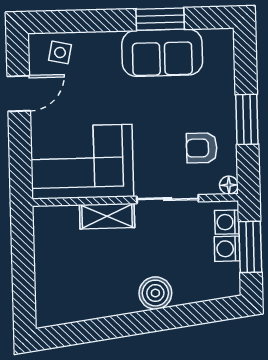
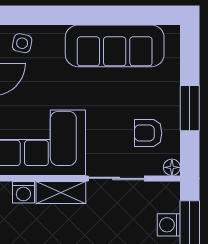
window: (160, 19) -> (114, 15), removed
sofa: (162, 53) -> (115, 46), width x1.36
washing machine: (227, 222) -> (23, 192), moved, turned -90

